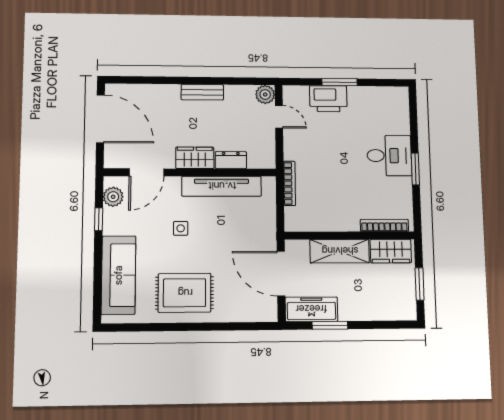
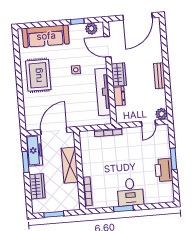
printer: (328, 99) -> (164, 170), moved
wardrobe: (391, 251) -> (37, 186), moved, turned 180

